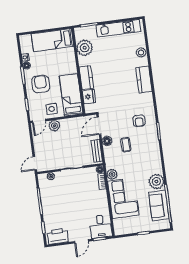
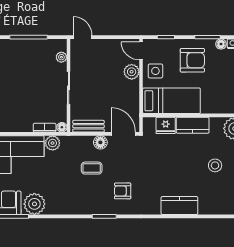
stool: (141, 52) -> (215, 165), moved

